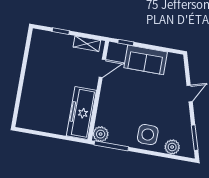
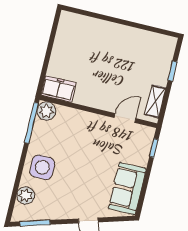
sofa: (146, 60) -> (127, 189), moved
door: (102, 68) -> (125, 118), swing flipped
freezer: (81, 113) -> (58, 89), width x0.52, depth x0.79

